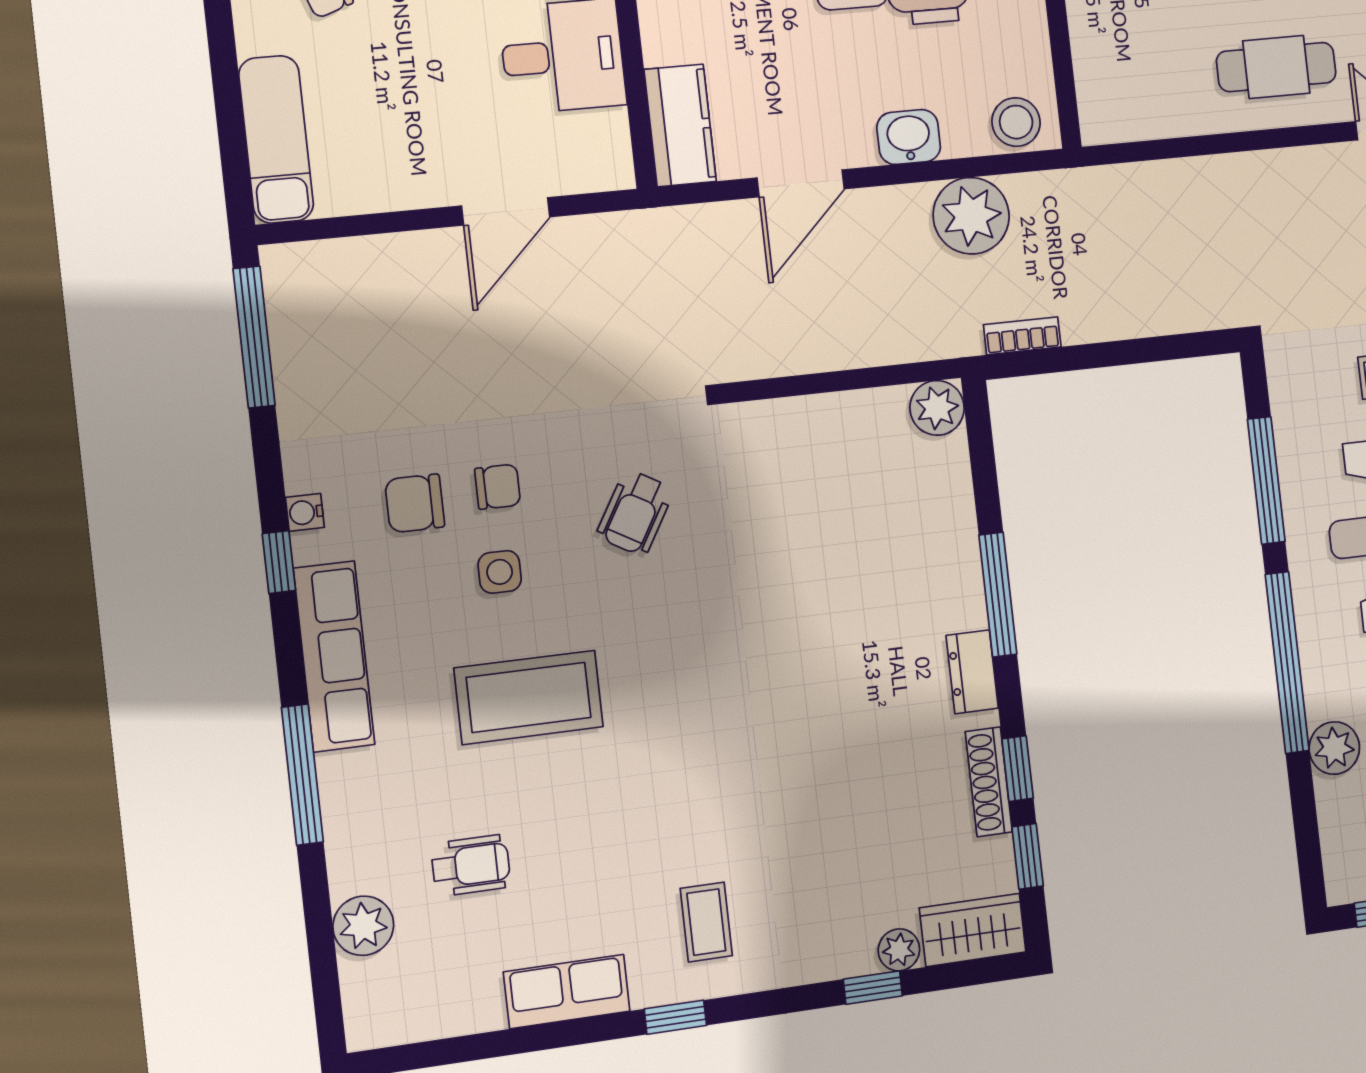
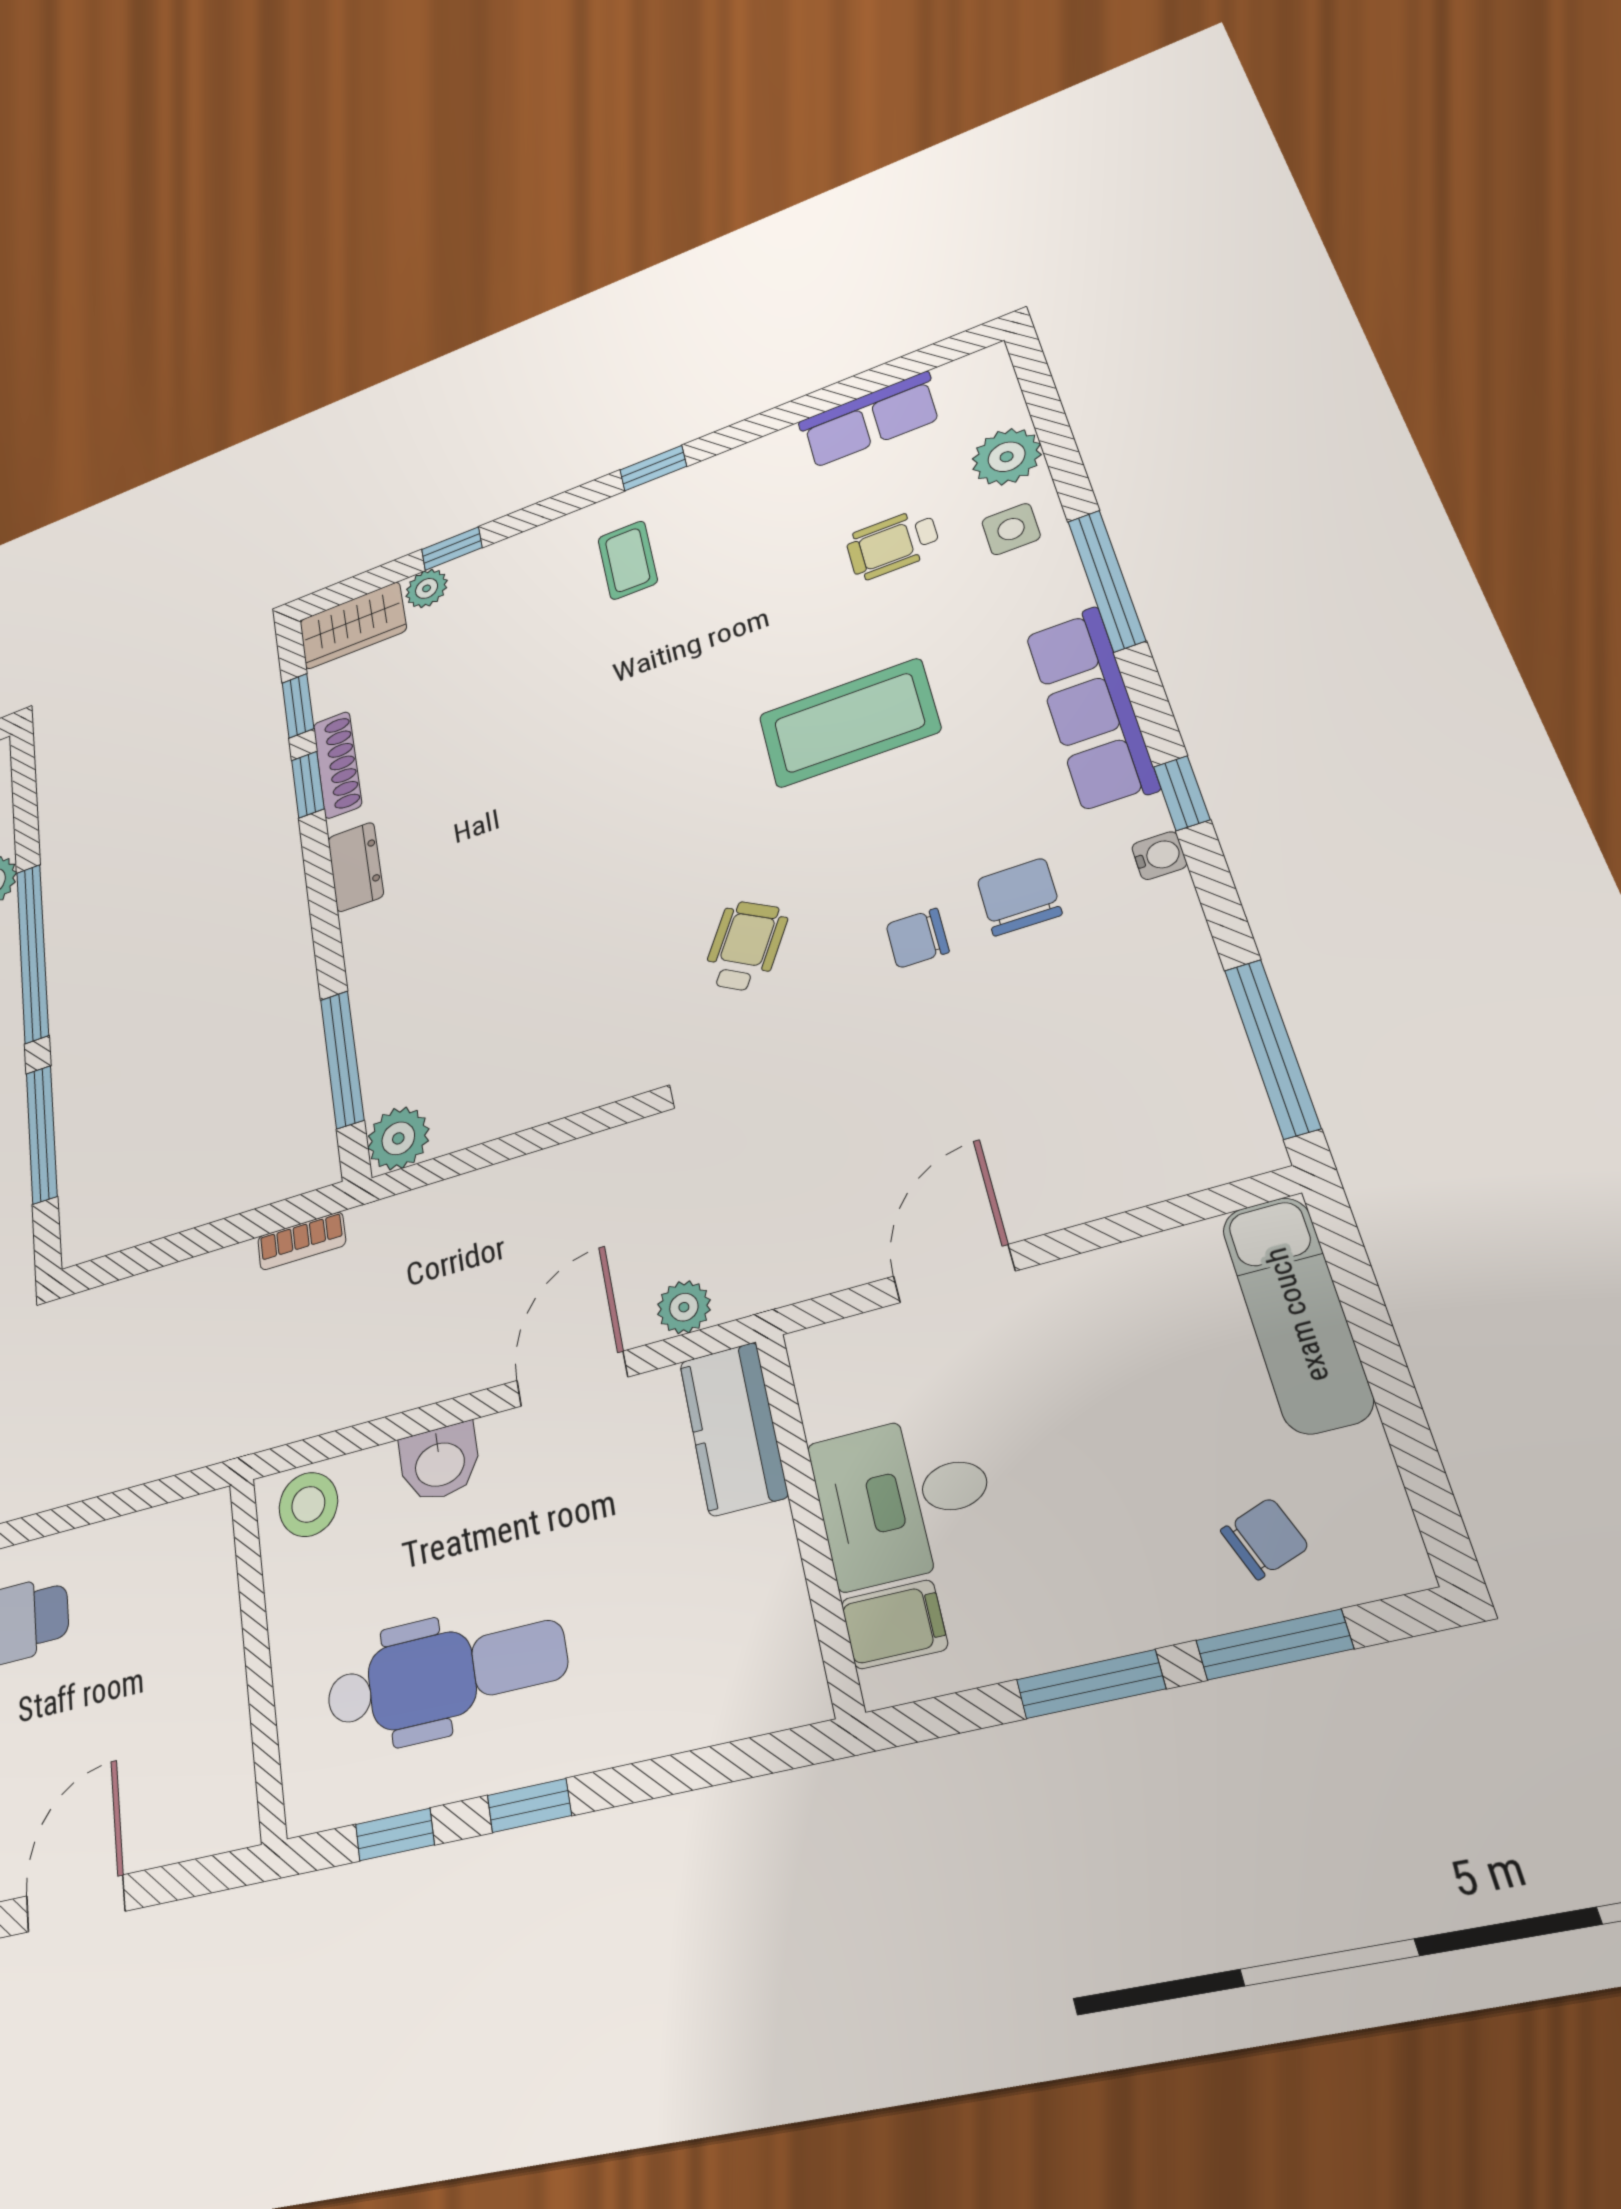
plant: (971, 216) -> (684, 1307), moved, width x0.53, depth x0.53
chair: (415, 503) -> (1019, 897), turned -90
side table: (500, 572) -> (1011, 529), moved
window: (998, 595) -> (342, 1059), moved
row of seats: (567, 992) -> (870, 420), moved

